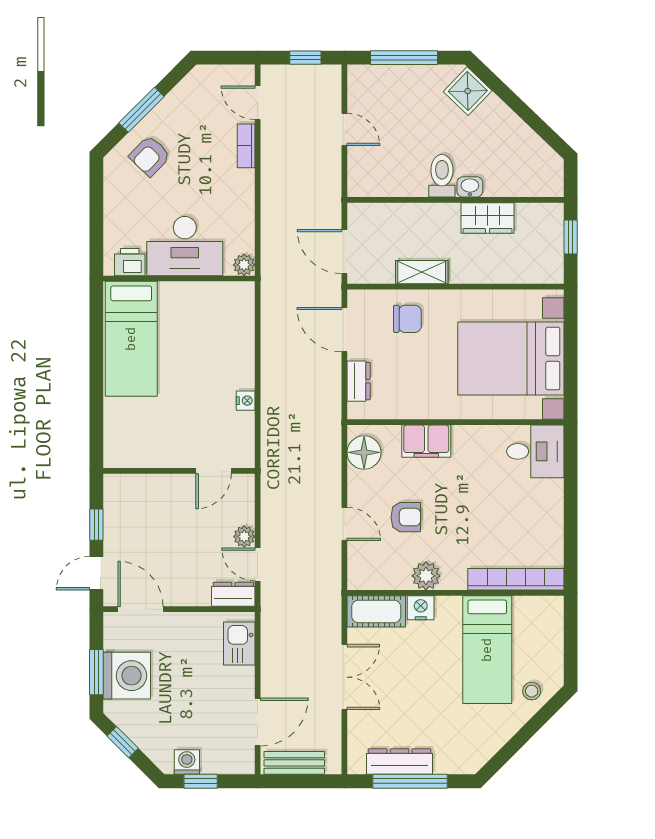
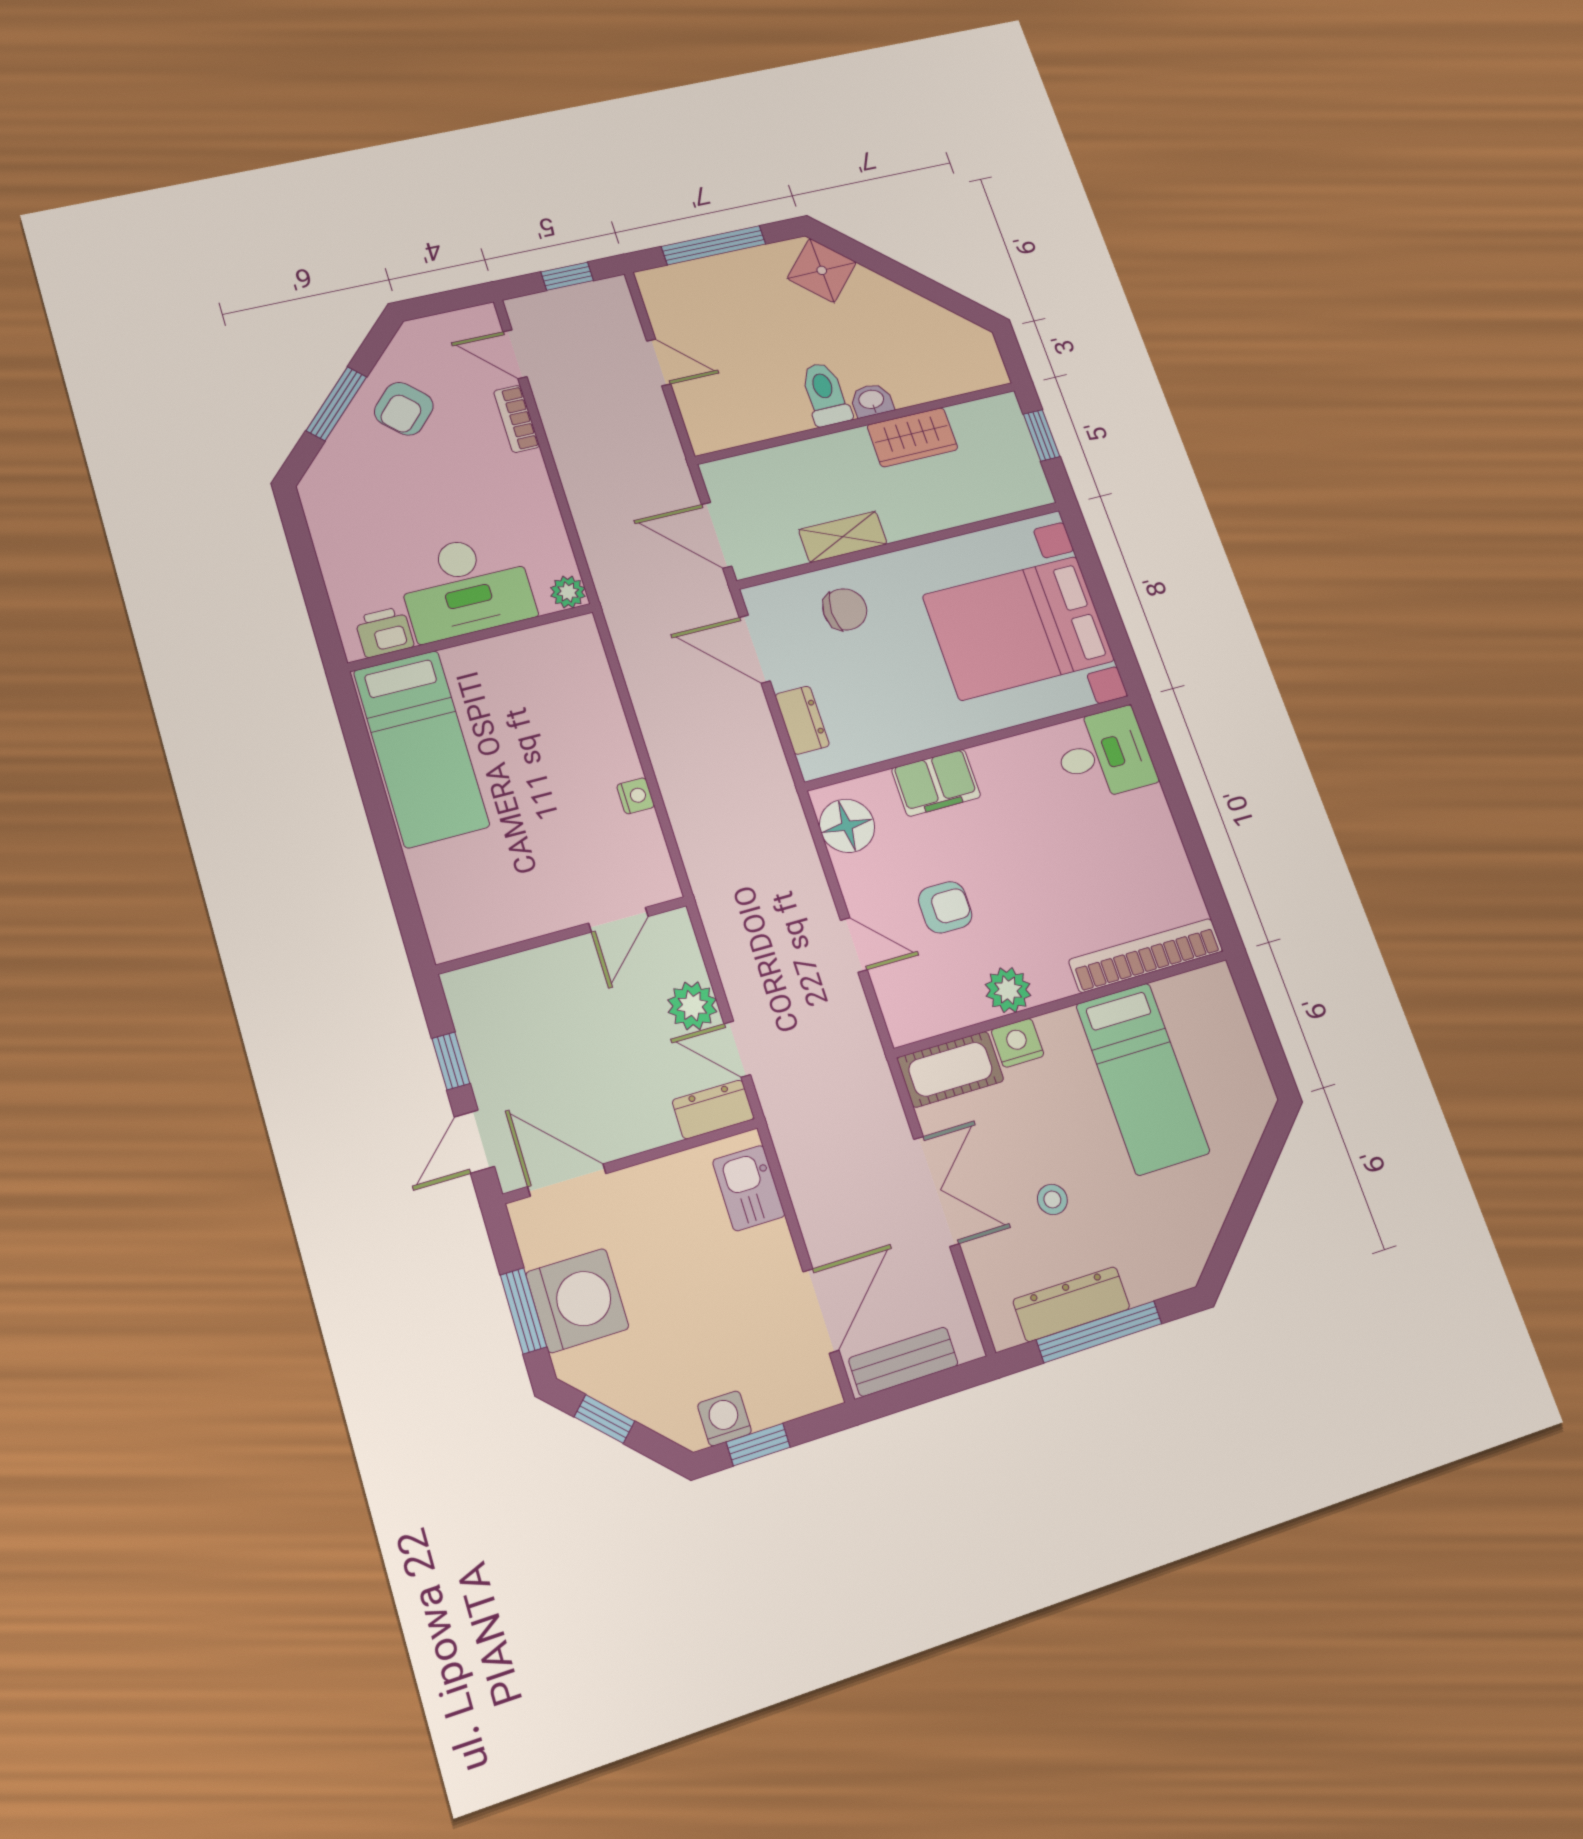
armchair: (150, 156) -> (404, 409), moved
plant: (244, 536) -> (692, 1006), width x1.38, depth x1.38
stool: (532, 691) -> (1052, 1199), moved

